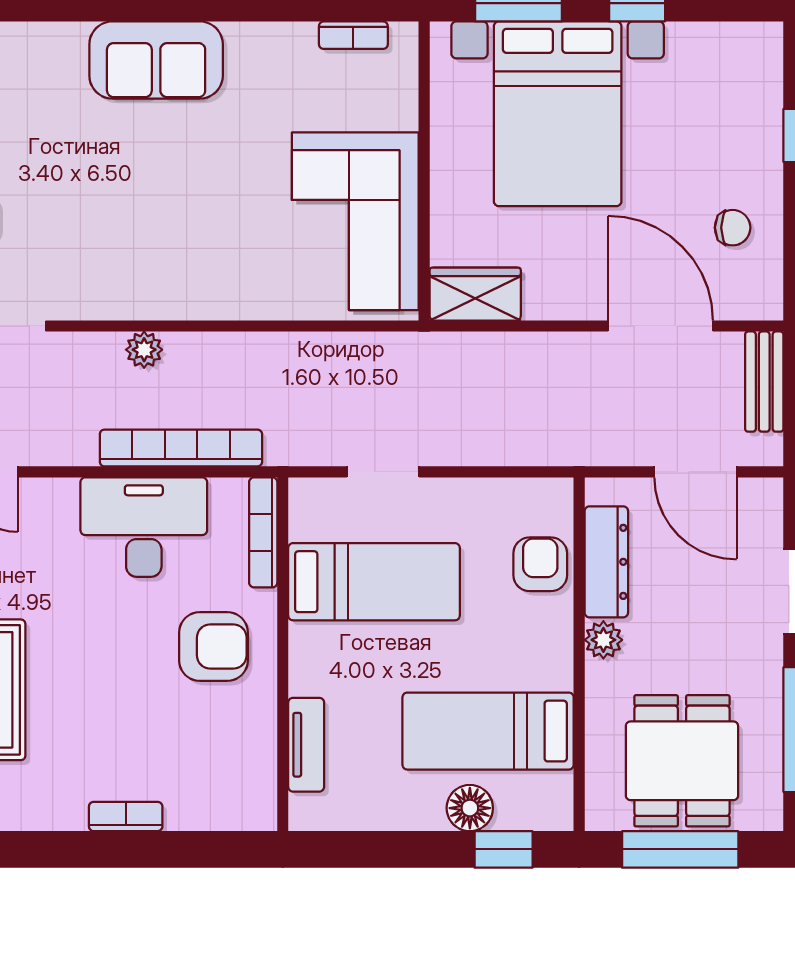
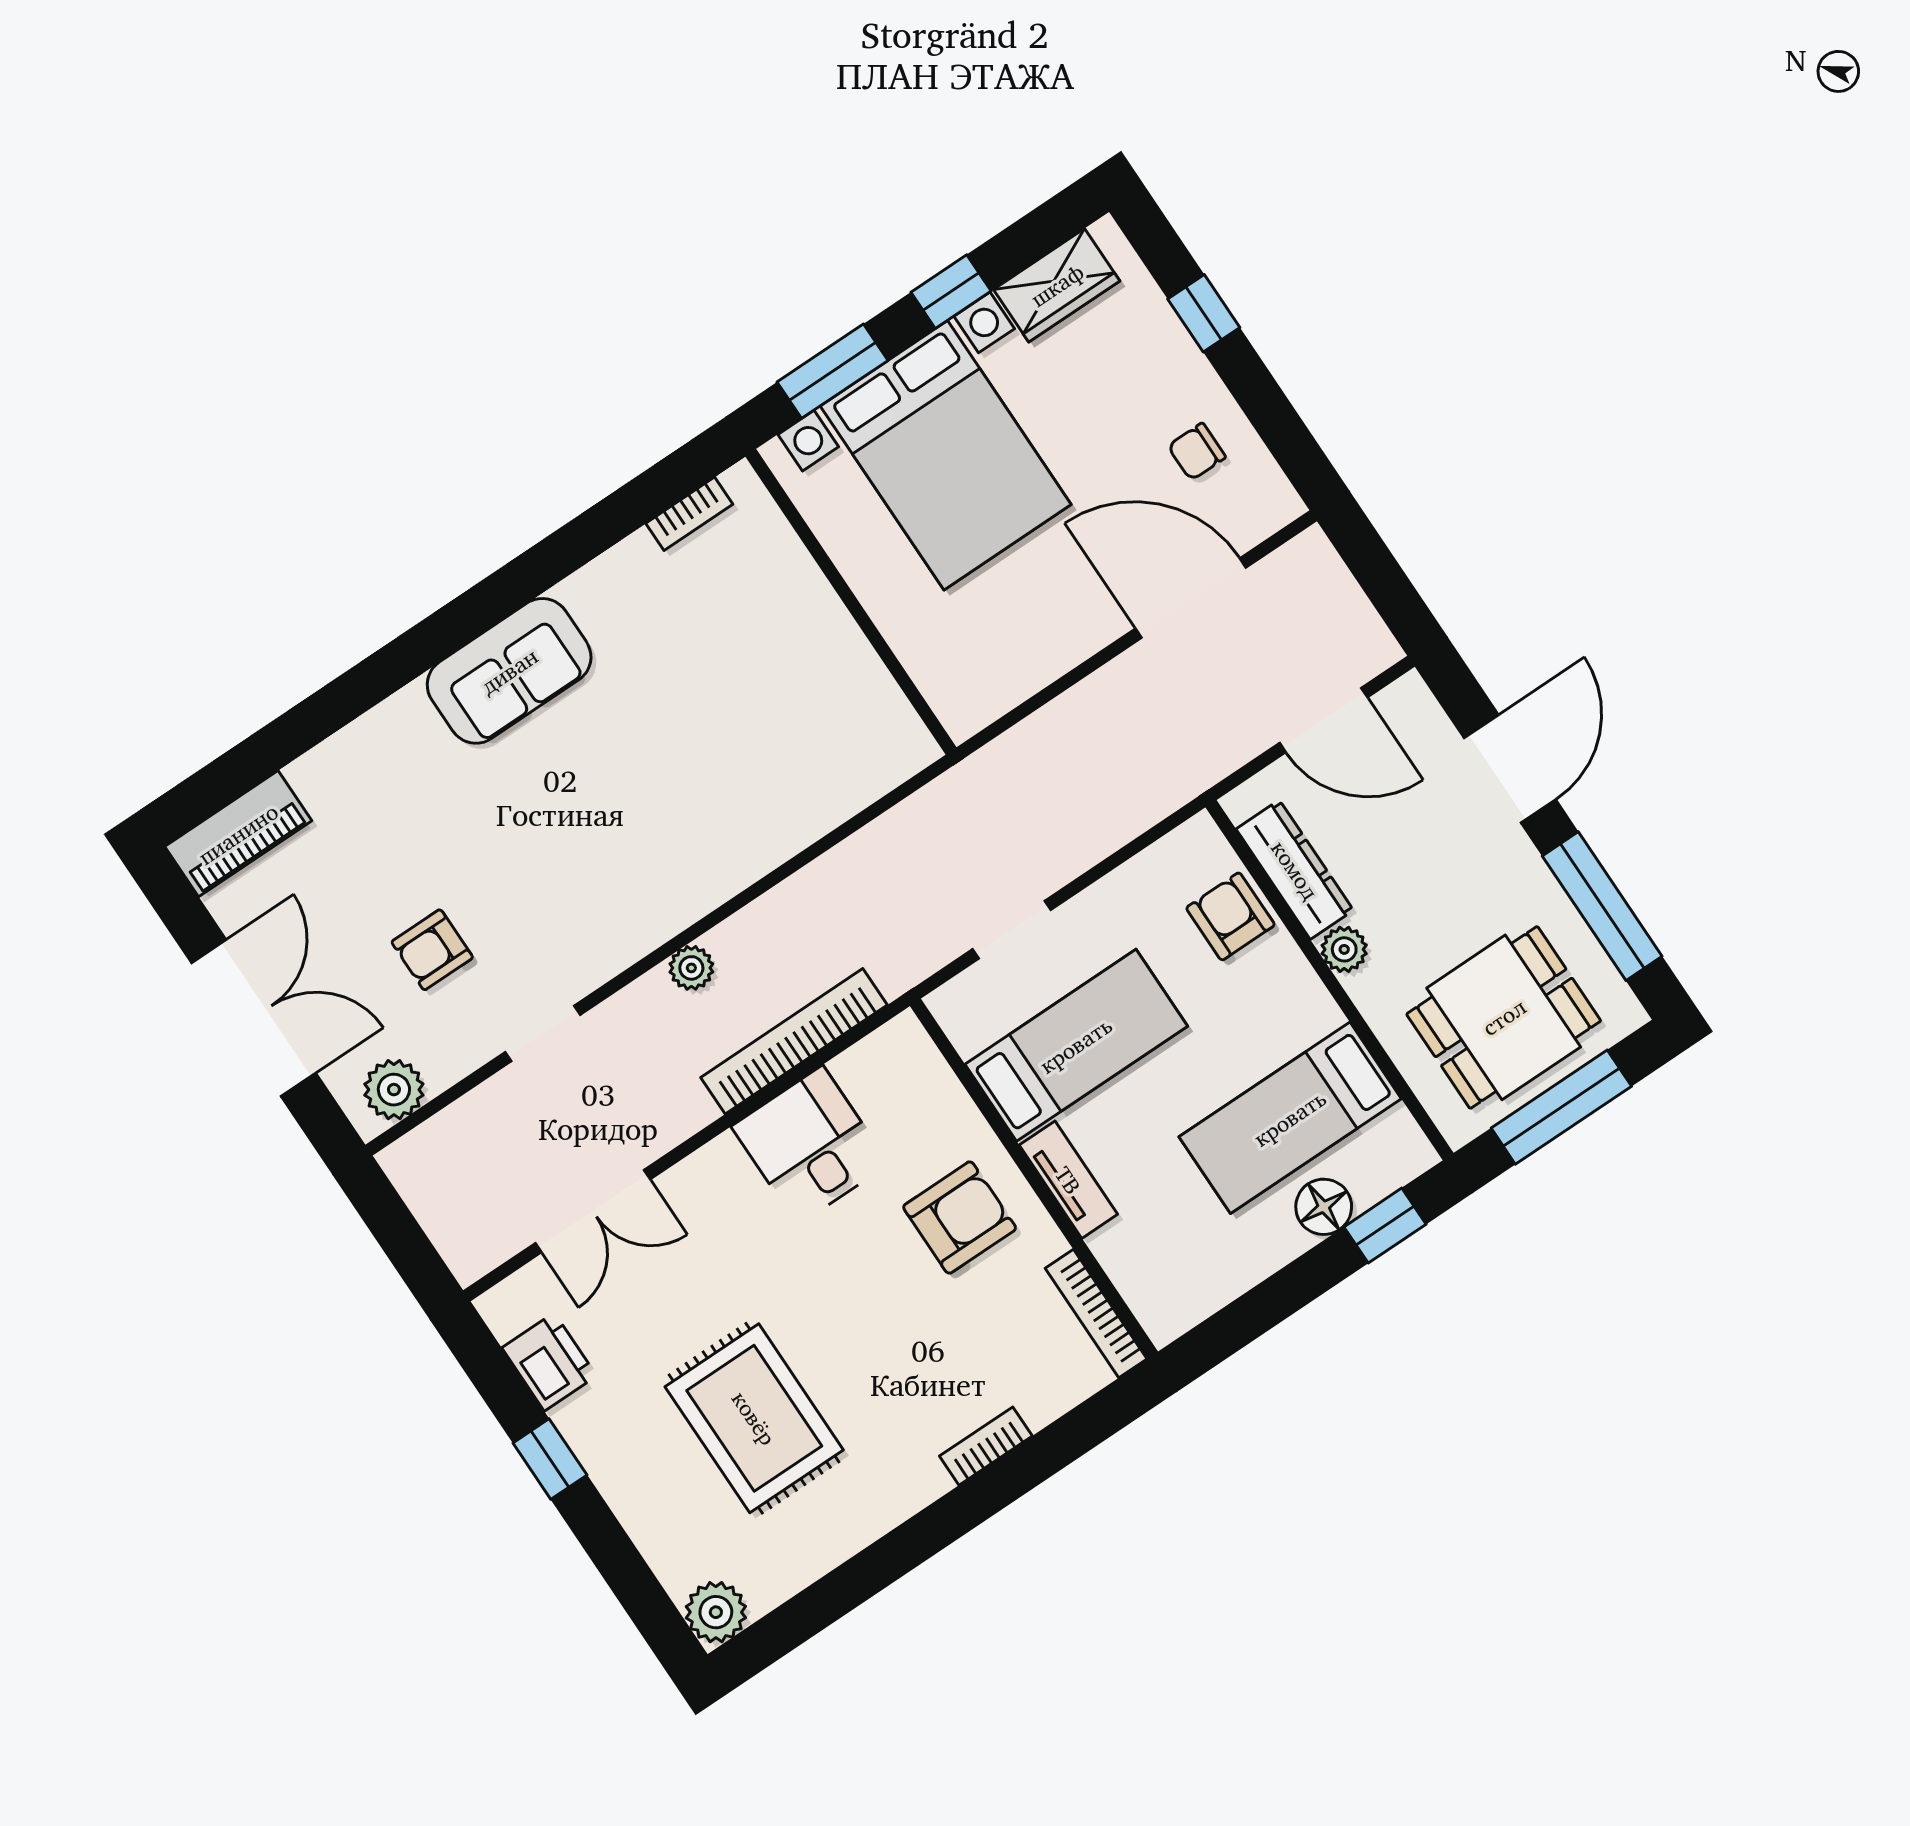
corner sofa: (355, 221) -> (816, 698), removed
chair: (733, 228) -> (1197, 452), turned 180
wardrobe: (475, 294) -> (1057, 285), moved, turned 180
bench: (764, 382) -> (1331, 584), removed
desk: (144, 527) -> (810, 1145), width x0.73
bookcase: (263, 532) -> (1096, 1314), moved
tv unit: (306, 745) -> (1068, 1180), moved
dining table: (682, 761) -> (1504, 1017), turned 90

